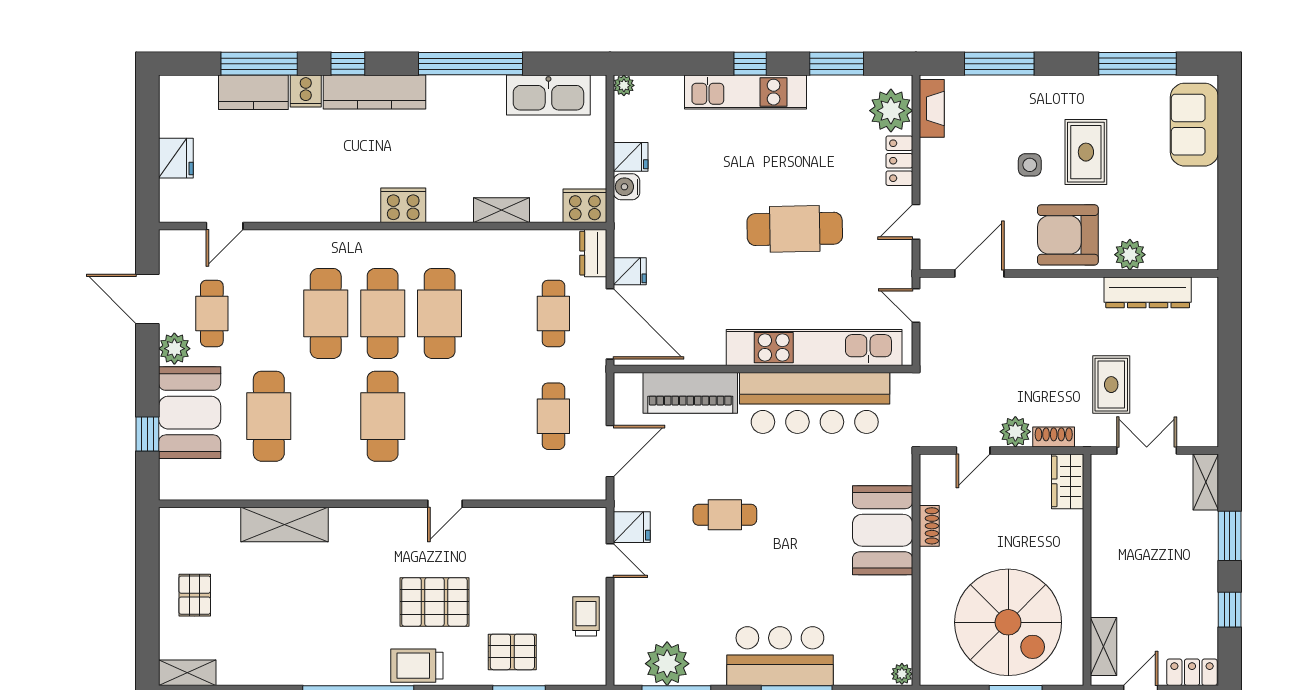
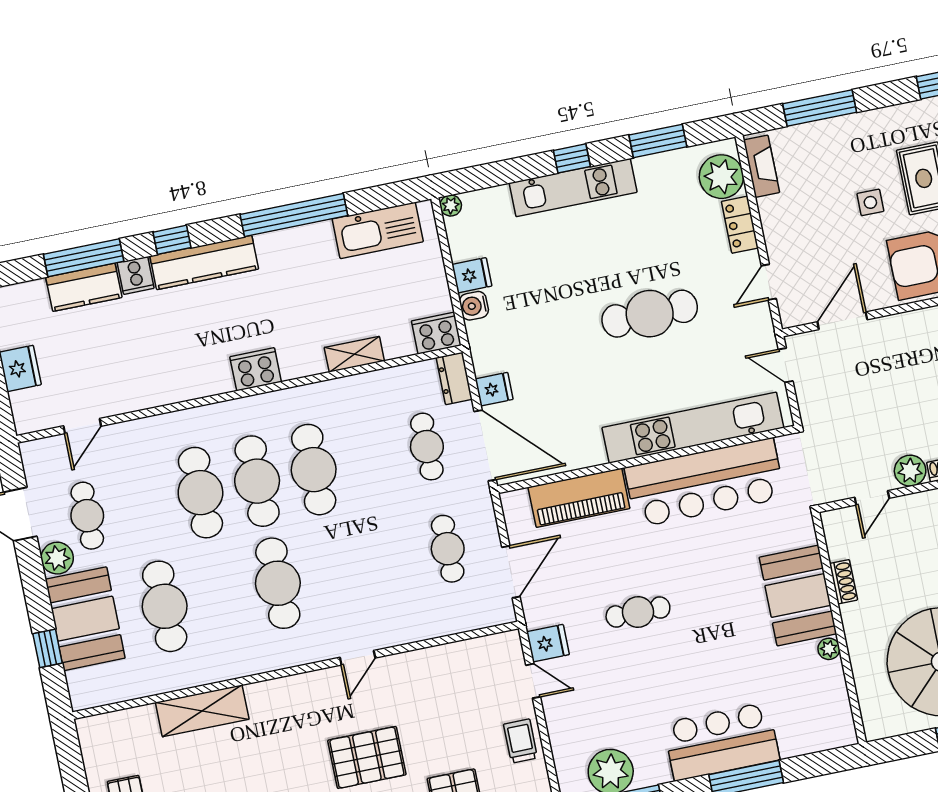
plant: (902, 674) -> (829, 649), moved

